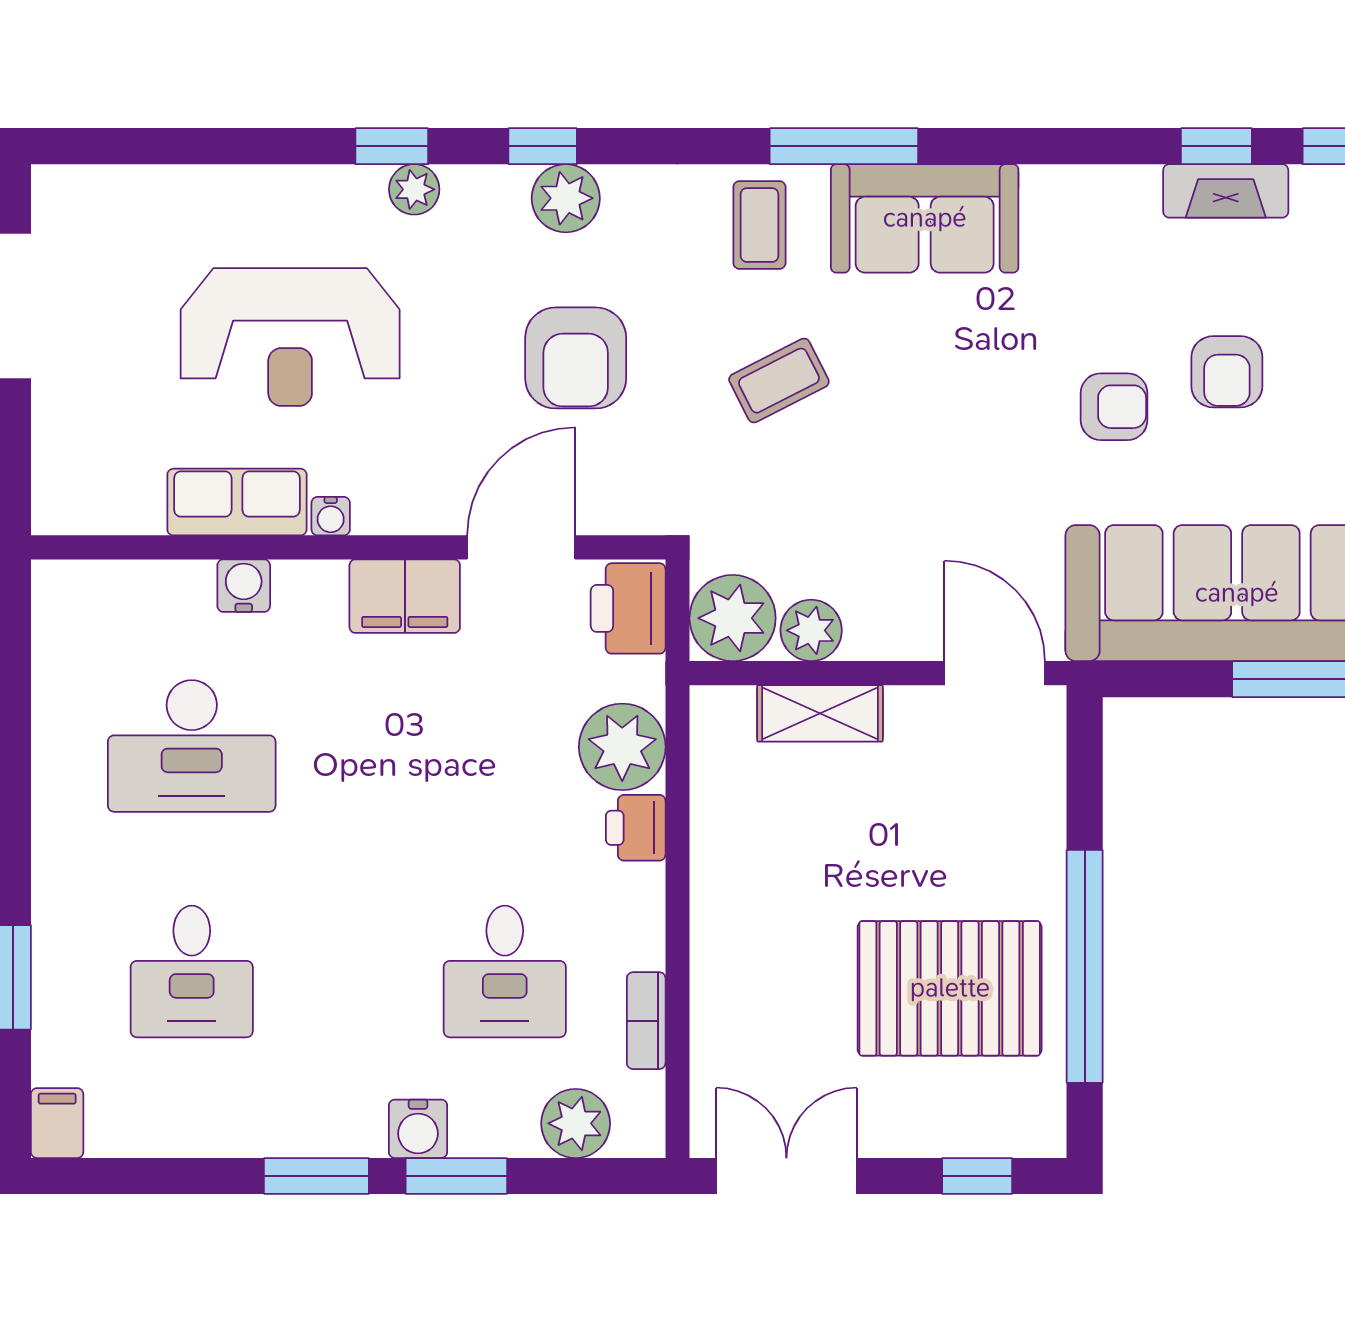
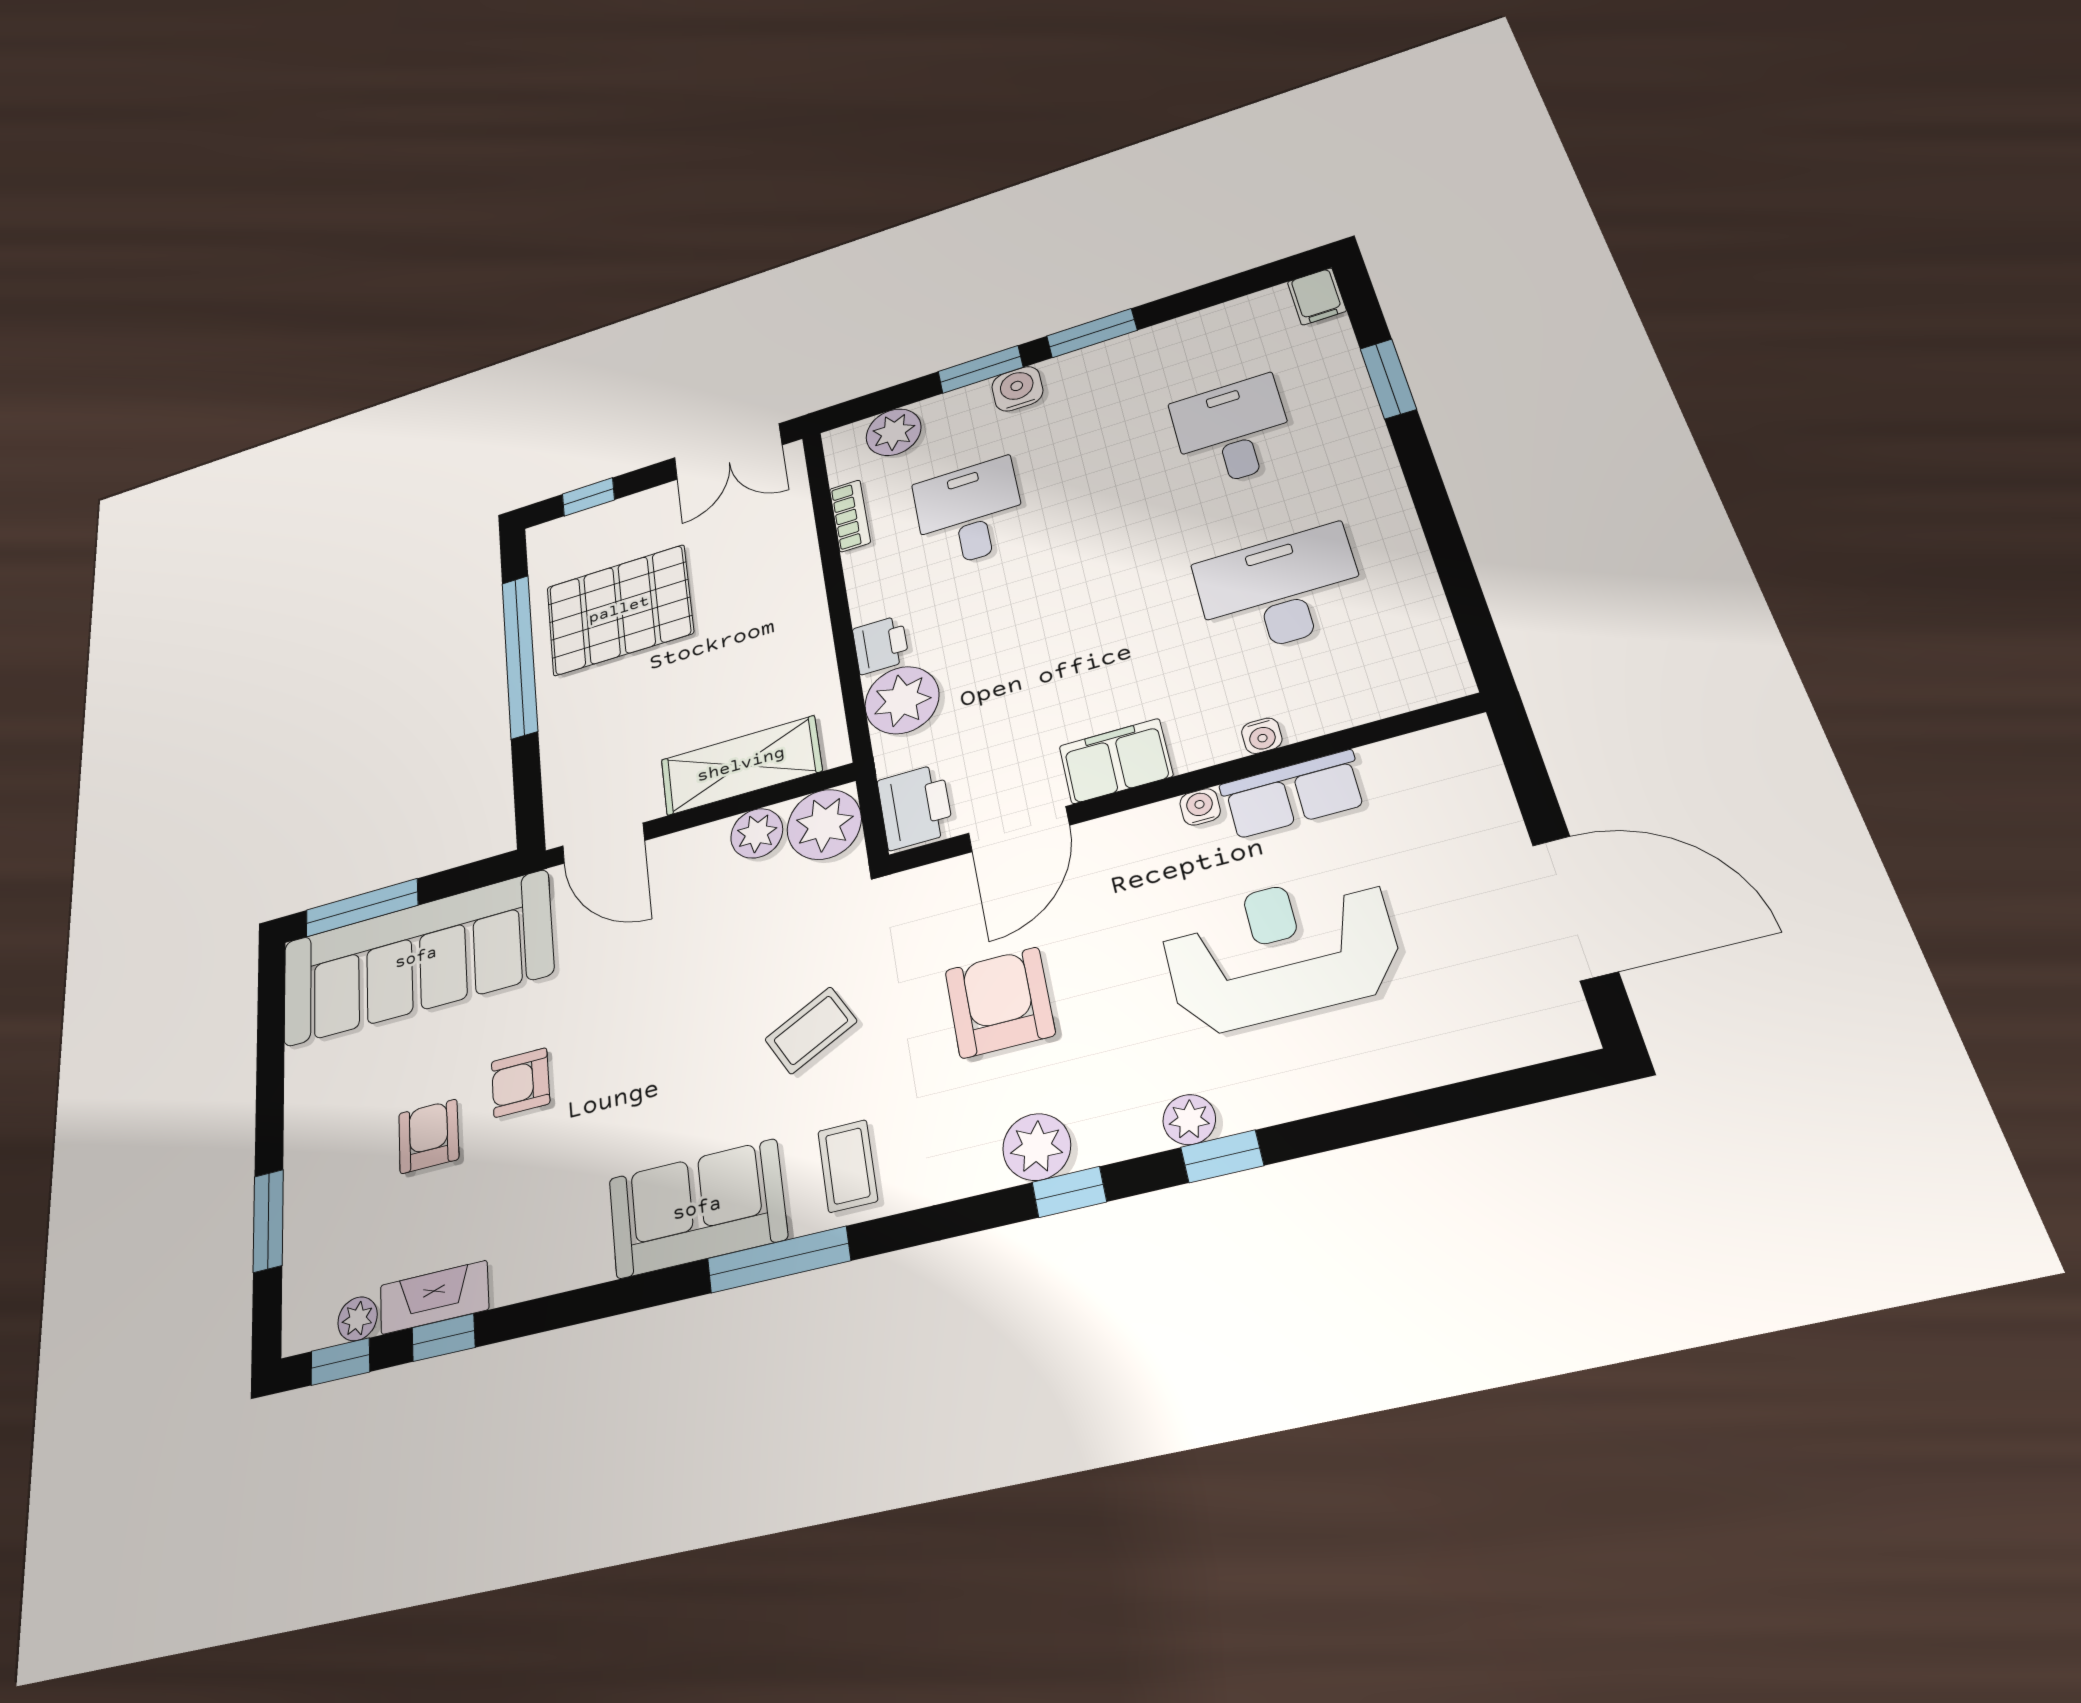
plant: (1316, 187) -> (358, 1319), added
water cooler: (244, 586) -> (1262, 736), width x0.72, depth x0.72
shelving: (820, 713) -> (741, 765), width x1.50, depth x1.33

